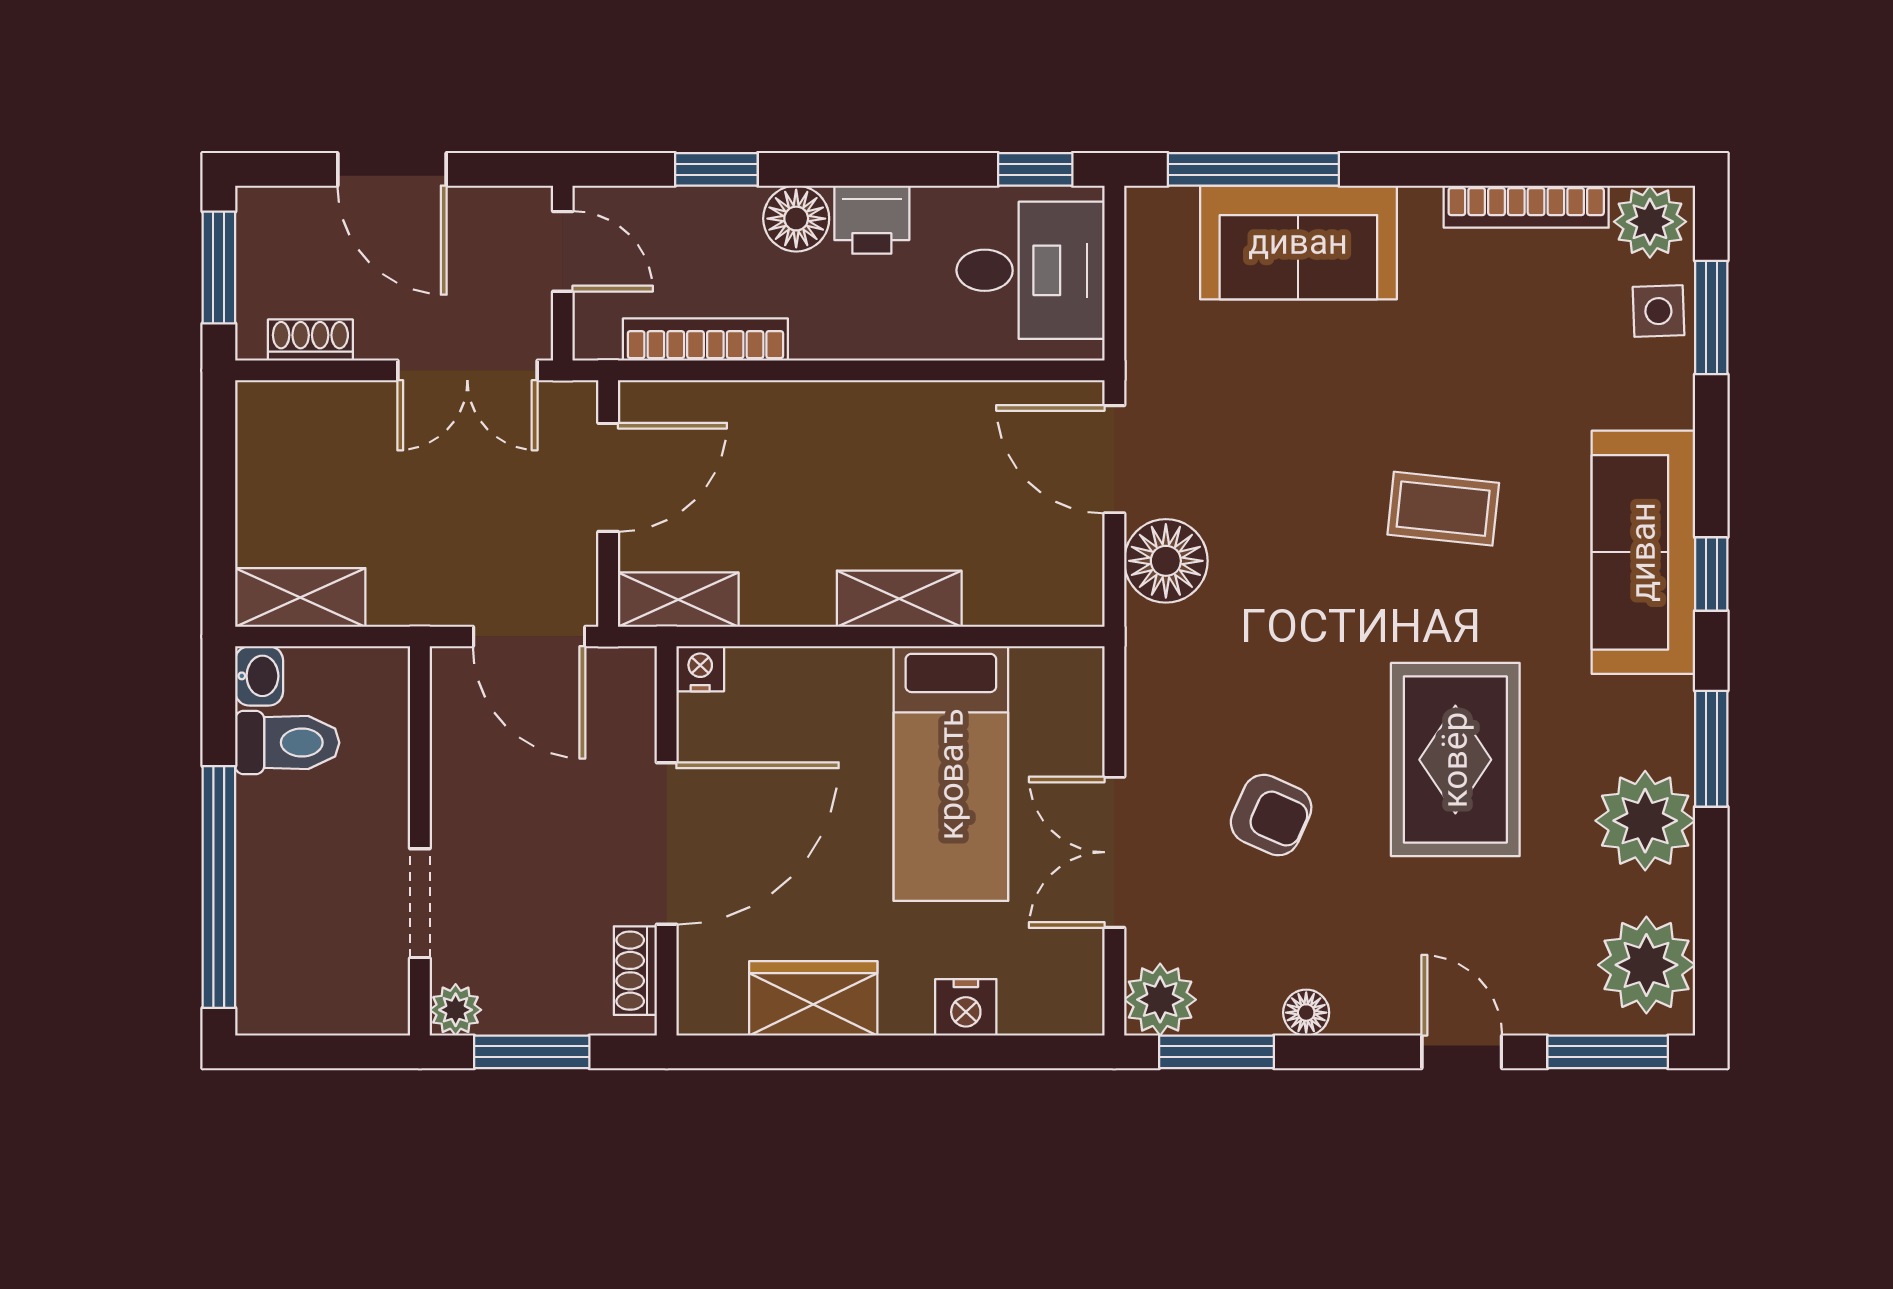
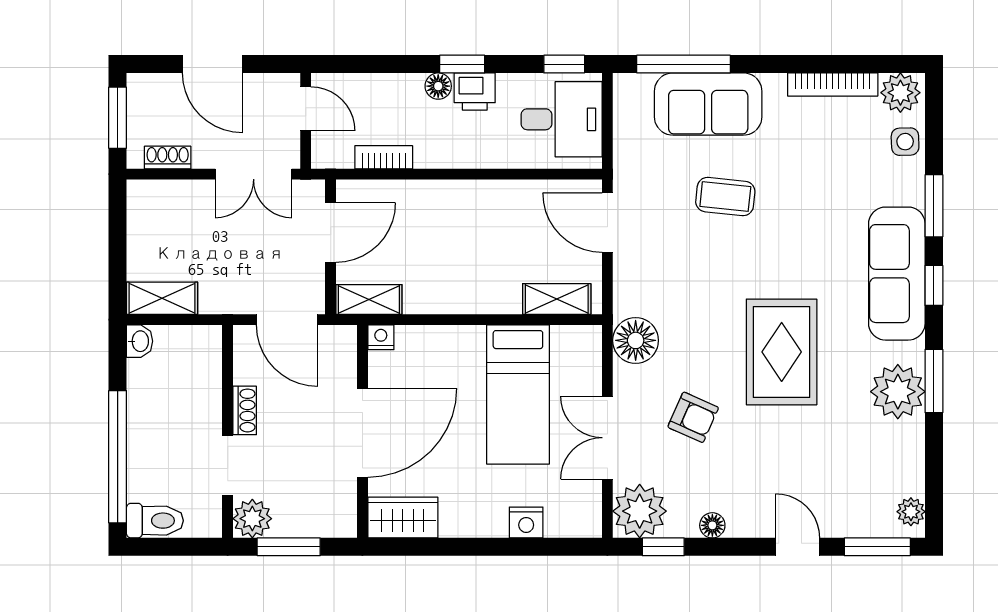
window: (716, 169) -> (462, 64), moved
floor lamp: (796, 219) -> (438, 86), width x0.73, depth x0.73
window: (1711, 318) -> (934, 206), moved
bookcase: (705, 340) -> (384, 157), width x0.64
coffee table: (1443, 509) -> (725, 197), moved
floor lamp: (1166, 561) -> (636, 340), moved
shelving: (899, 599) -> (557, 299), moved
toilet: (287, 743) -> (155, 521), moved
rug: (1455, 760) -> (782, 352), moved
plant: (1645, 821) -> (898, 392), moved
plant: (1646, 965) -> (911, 512), width x0.53, depth x0.53
shoe rack: (635, 971) -> (245, 410), moved, turned 180
wardrobe: (813, 998) -> (403, 518), moved
plant: (1160, 1000) -> (640, 511), width x1.36, depth x1.36
plant: (456, 1010) -> (252, 519), width x1.38, depth x1.38
window: (1217, 1052) -> (663, 547), width x0.67

